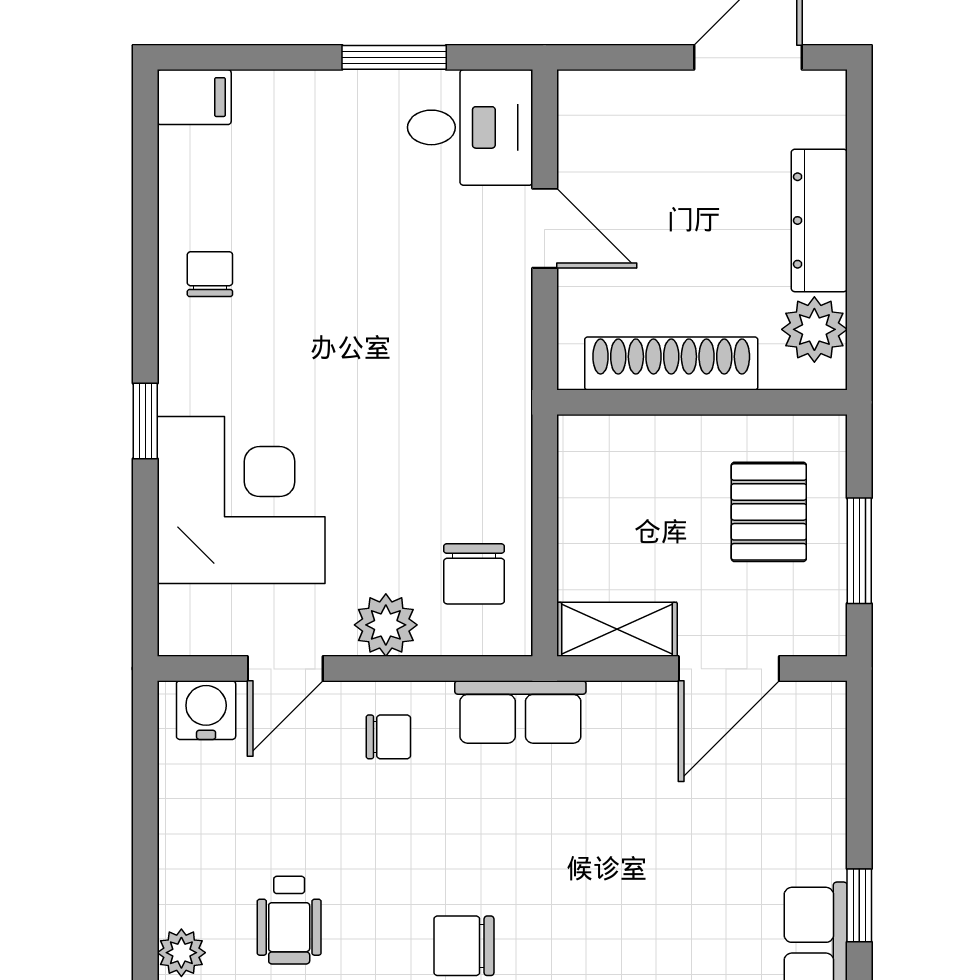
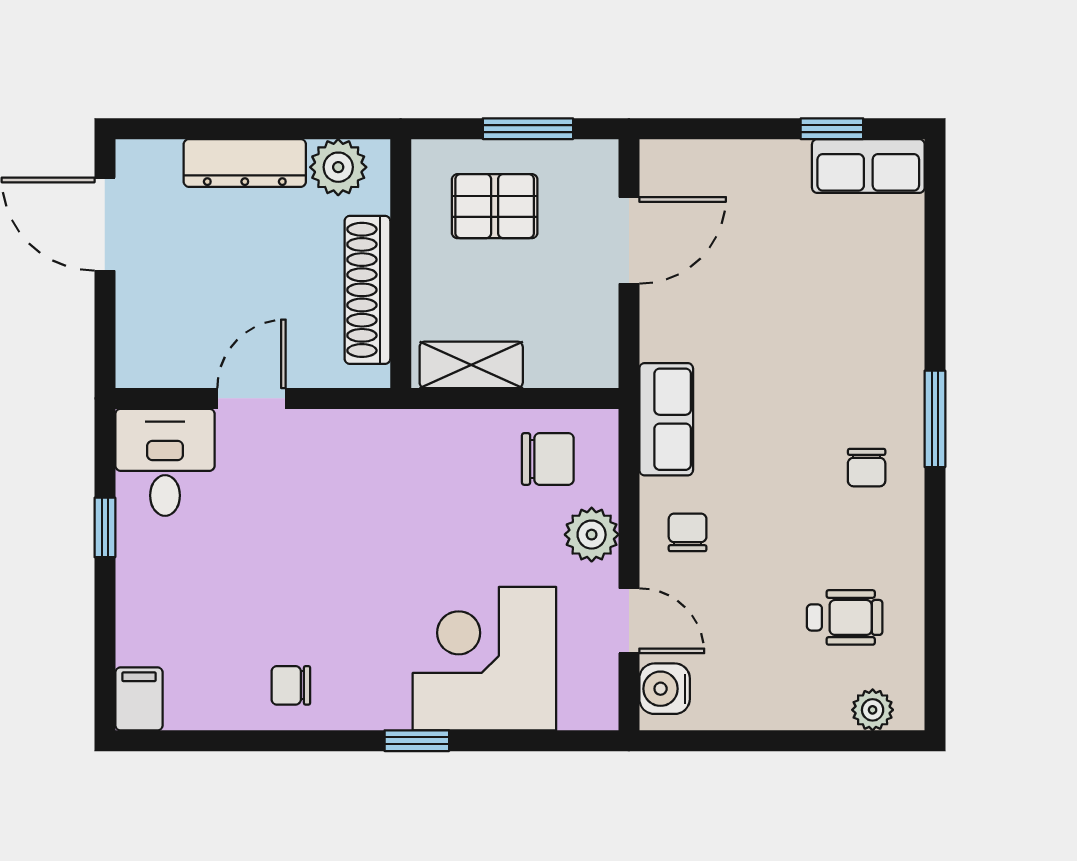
window: (394, 57) -> (105, 527), width x0.67
shelving: (617, 629) -> (471, 365), moved, turned 90
door: (729, 669) -> (629, 240), hinge flipped
chair: (464, 946) -> (867, 468), width x0.73, depth x0.73

